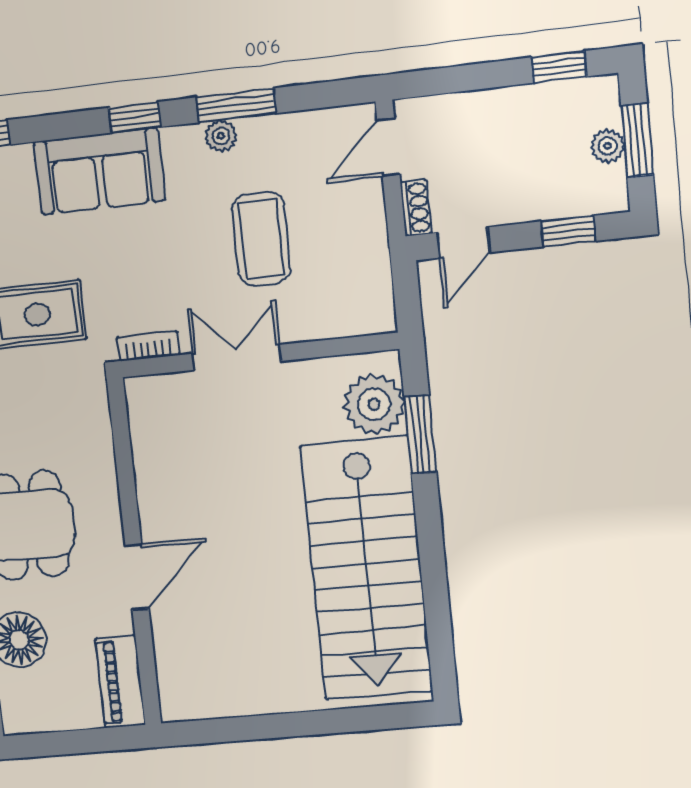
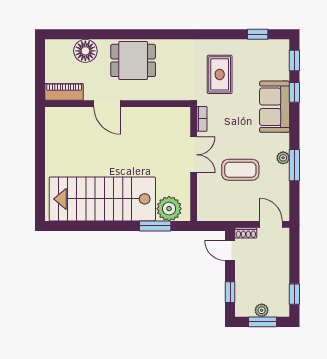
window: (134, 117) -> (294, 92), moved

